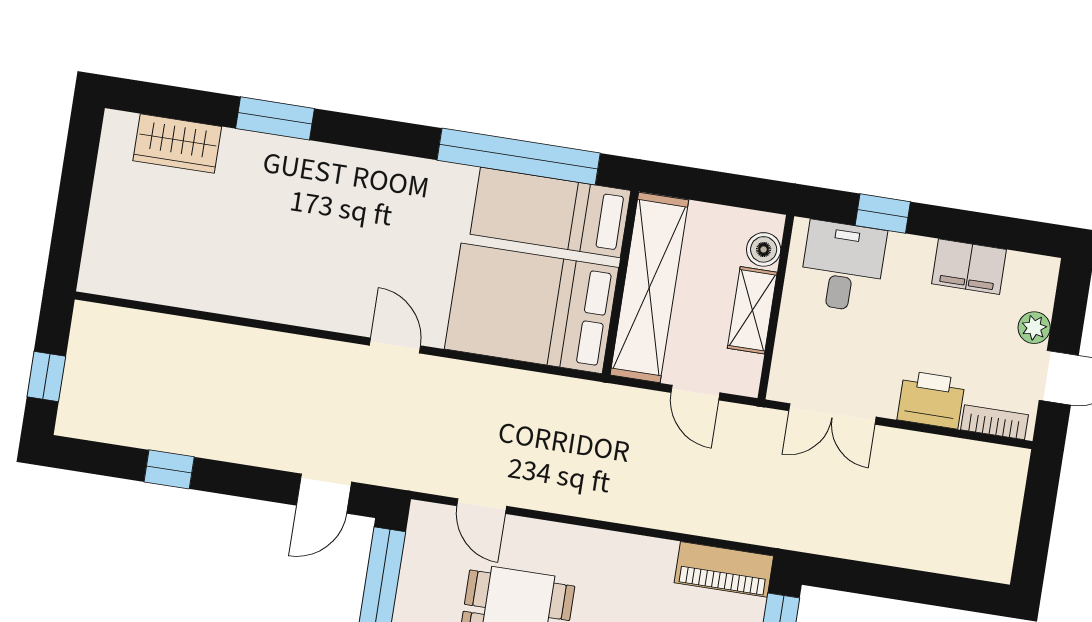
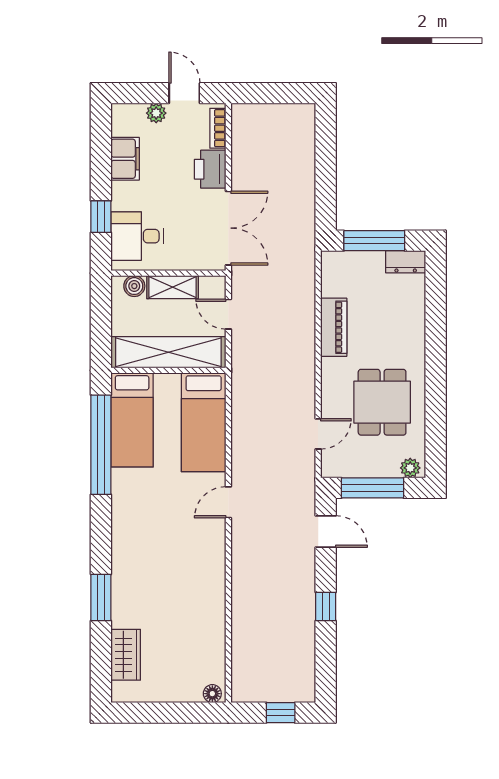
floor lamp: (94, 272) -> (212, 694), added
bed: (532, 308) -> (204, 422), width x0.67
door: (695, 393) -> (228, 314), swing flipped
double door: (832, 414) -> (228, 228), width x1.37
window: (169, 469) -> (326, 606), moved
piano: (724, 569) -> (334, 327), moved

